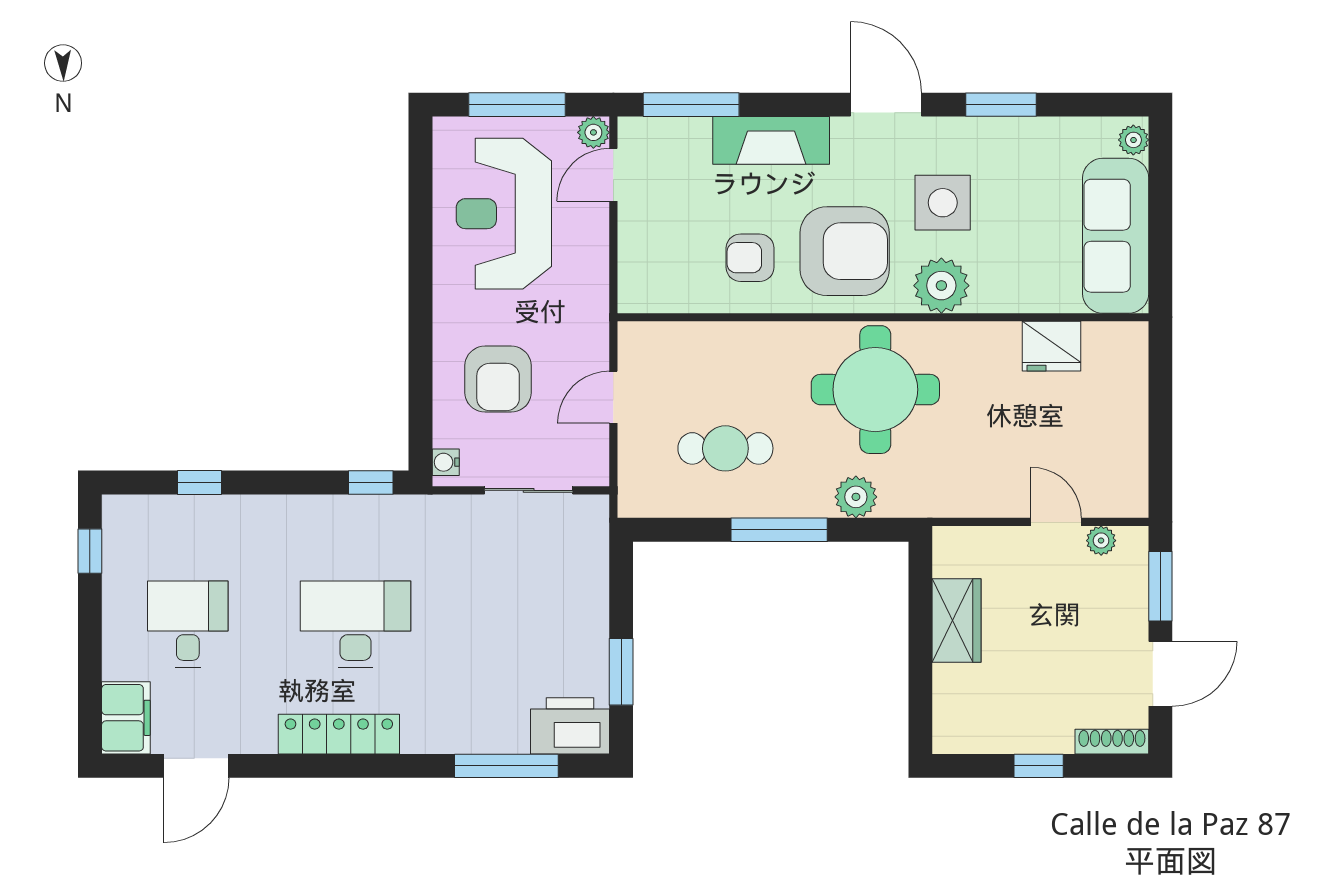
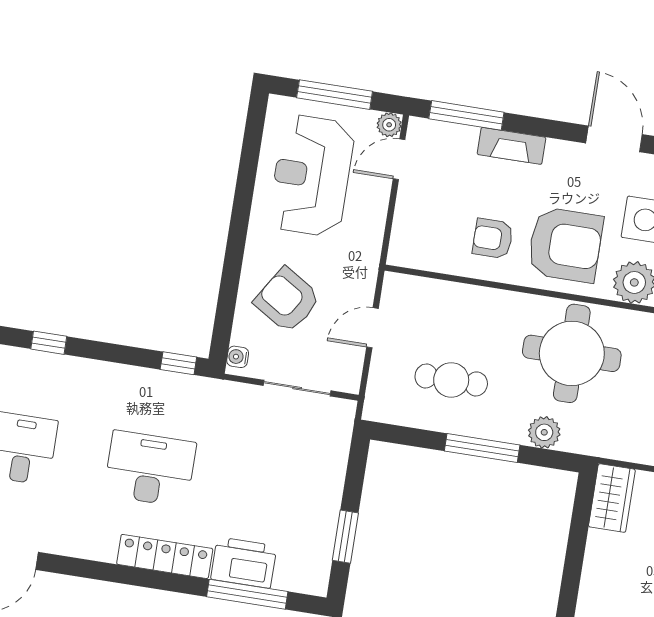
fireplace: (771, 140) -> (511, 146), width x0.73, depth x0.76
armchair: (498, 379) -> (287, 300), turned 122
wardrobe: (956, 621) -> (612, 498), moved
printer: (570, 726) -> (244, 563), moved
locker: (339, 734) -> (165, 556), moved

